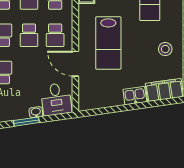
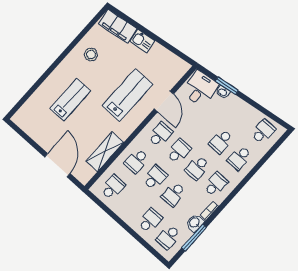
window: (26, 122) -> (227, 86), moved

